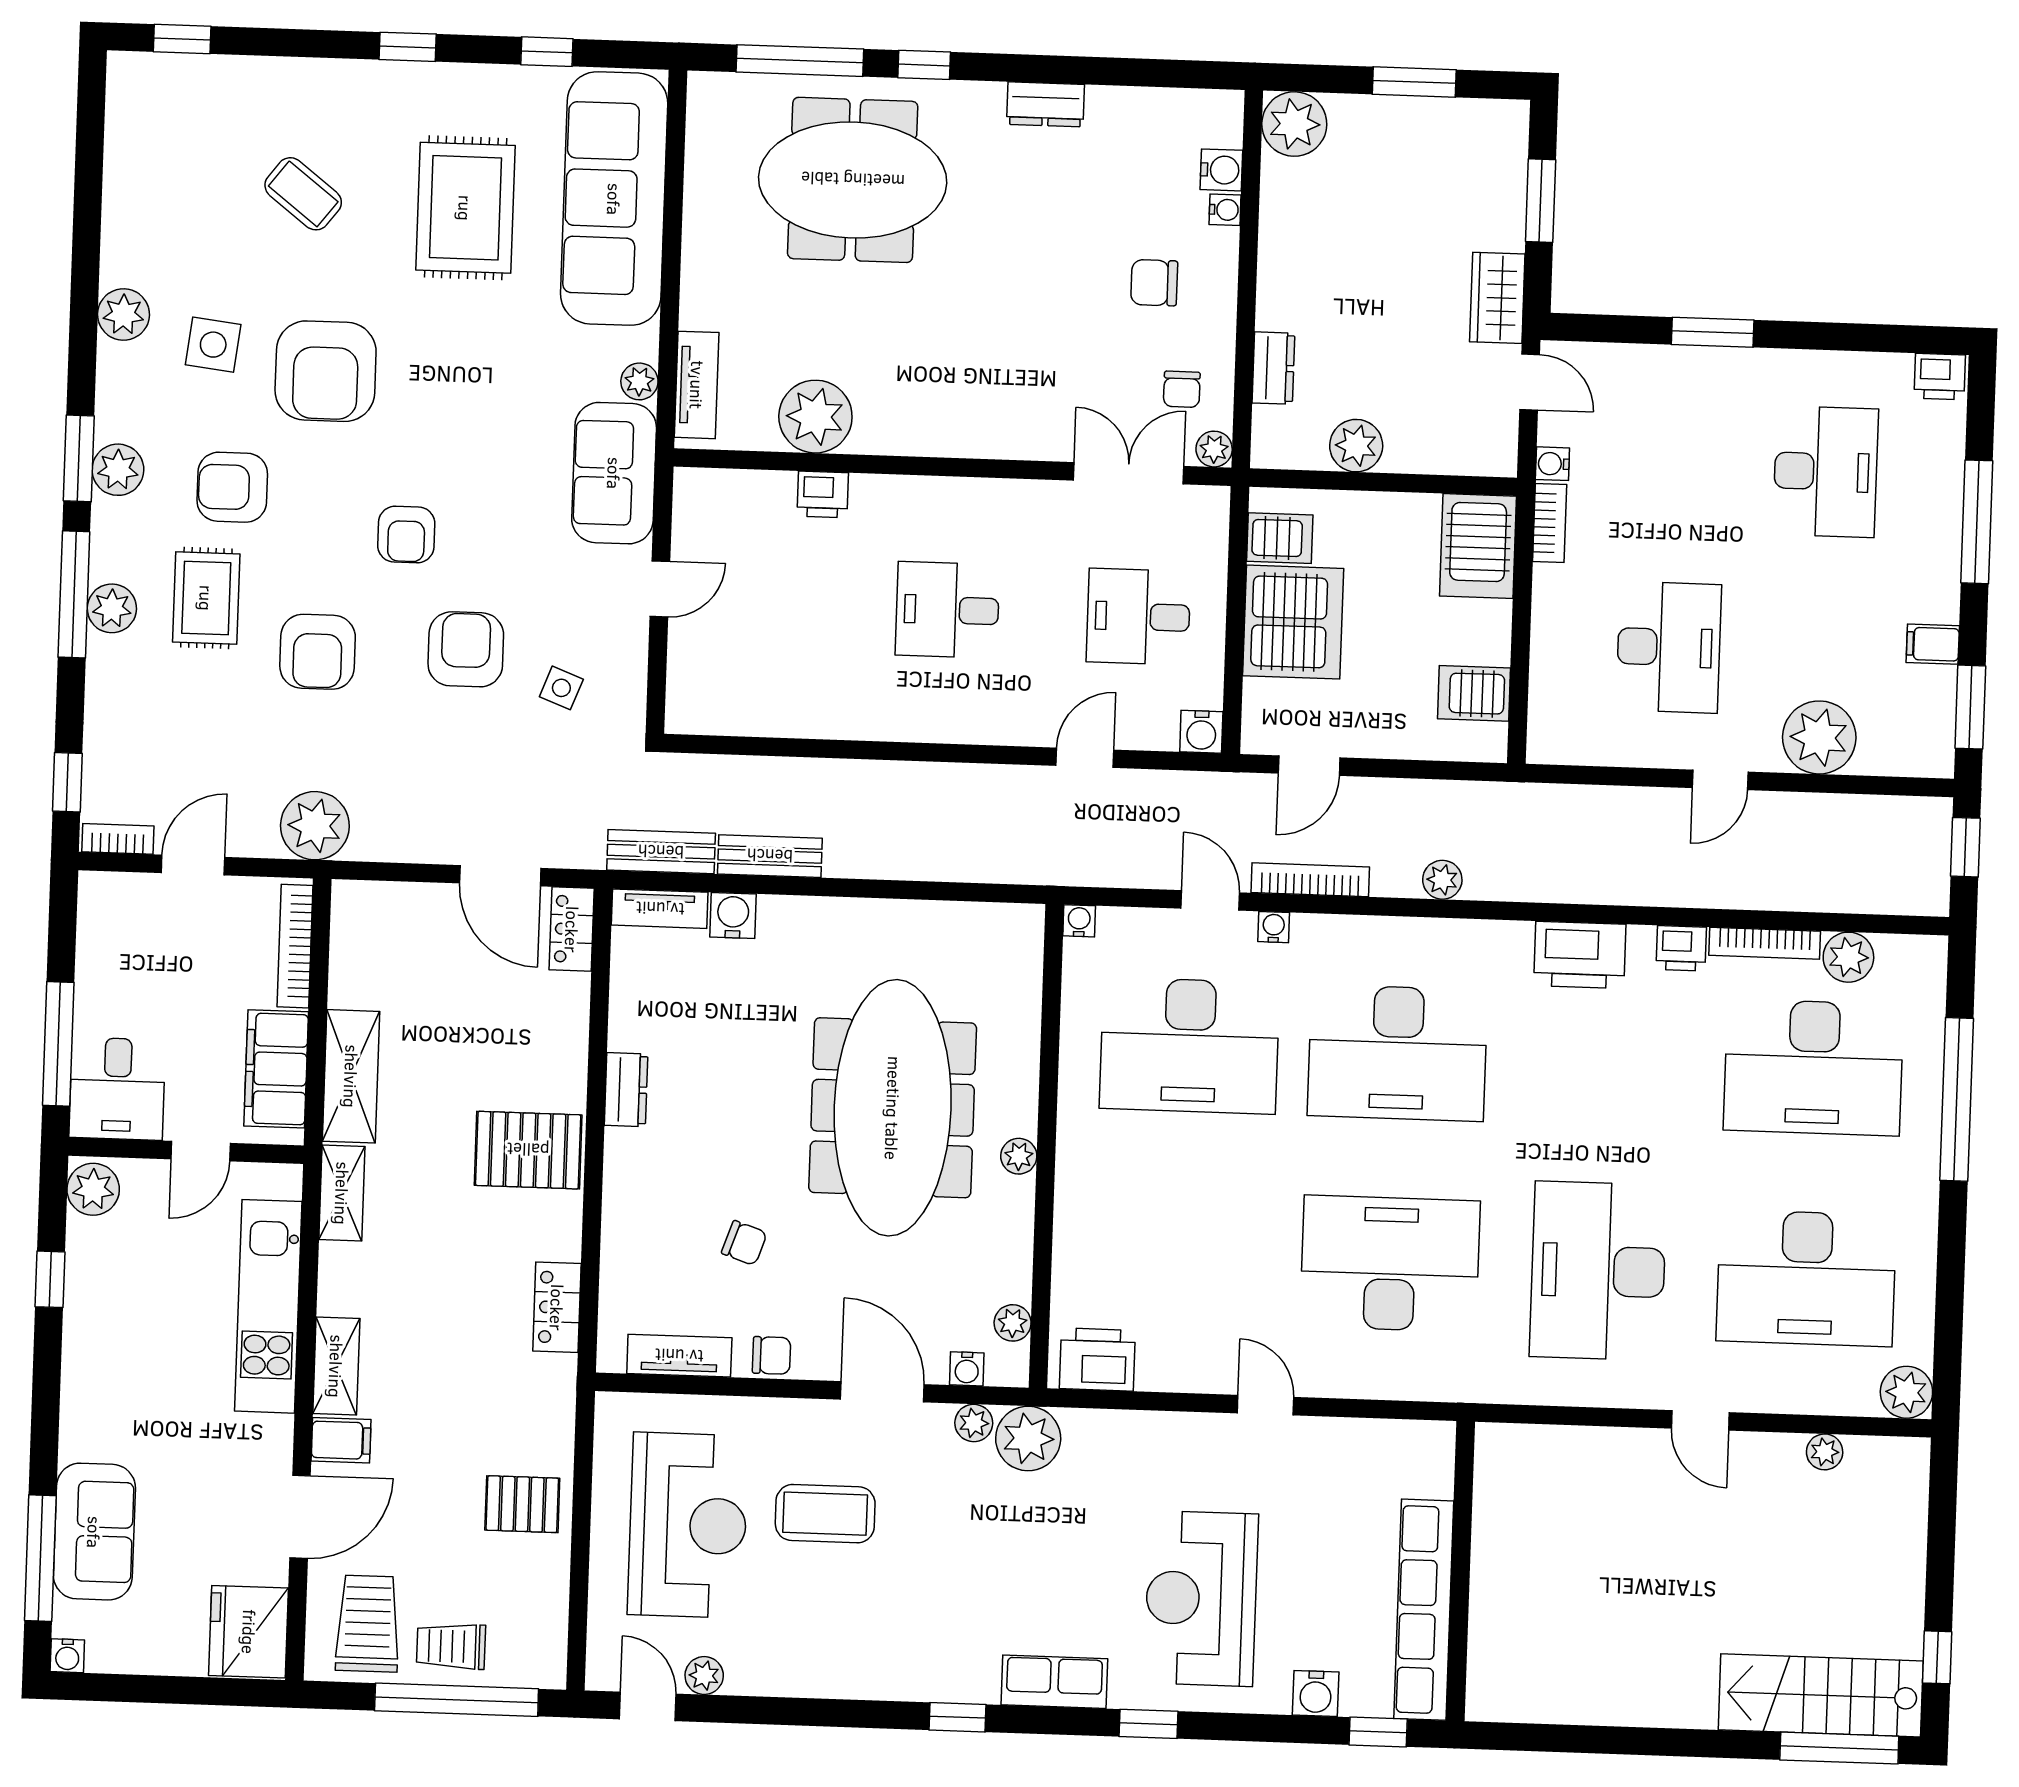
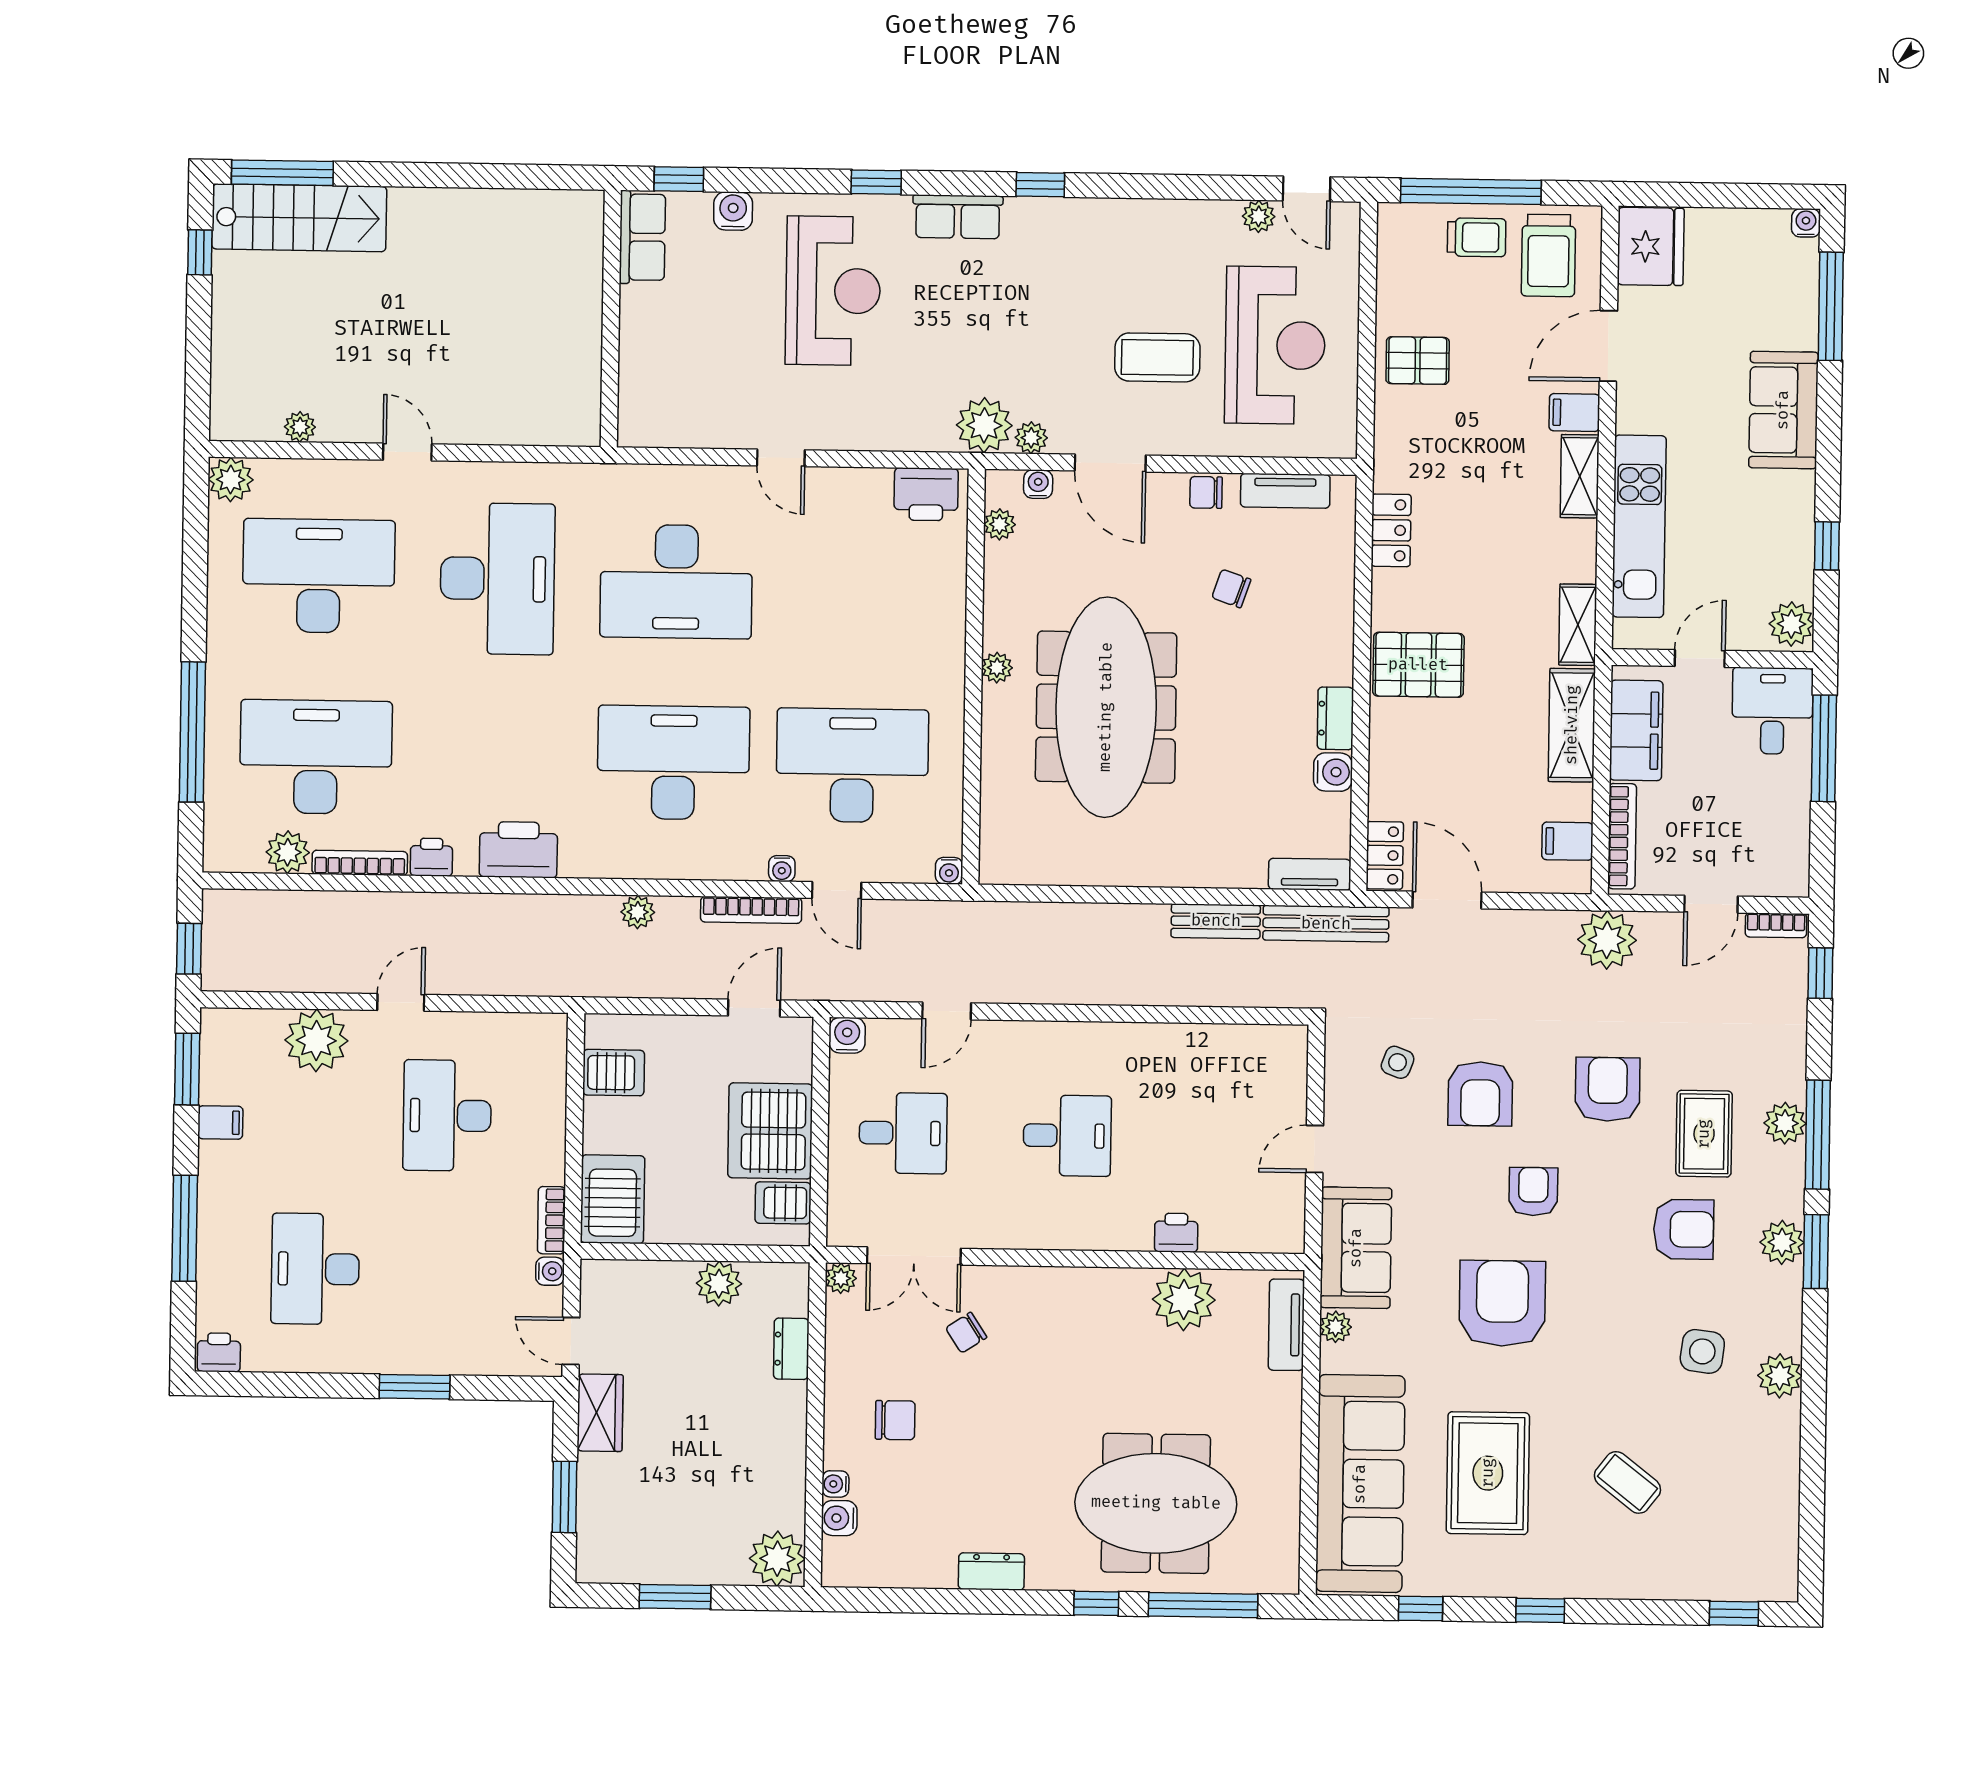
armchair: (326, 371) -> (1502, 1303), moved
chair: (1182, 389) -> (966, 1333), moved, turned -123
bench: (661, 852) -> (1326, 924), width x1.36
water cooler: (733, 915) -> (1333, 772), moved, turned -90
filing cabinet: (359, 941) -> (1567, 841), added
reception desk: (688, 1525) -> (1275, 345), turned 180
sofa: (94, 1532) -> (1783, 410), moved
row of seats: (1424, 1610) -> (642, 237), width x0.50

